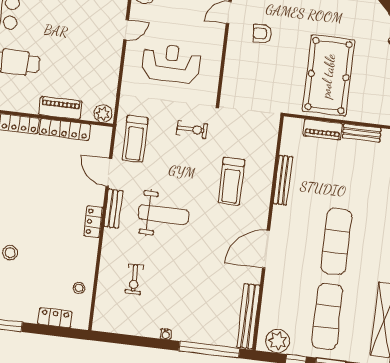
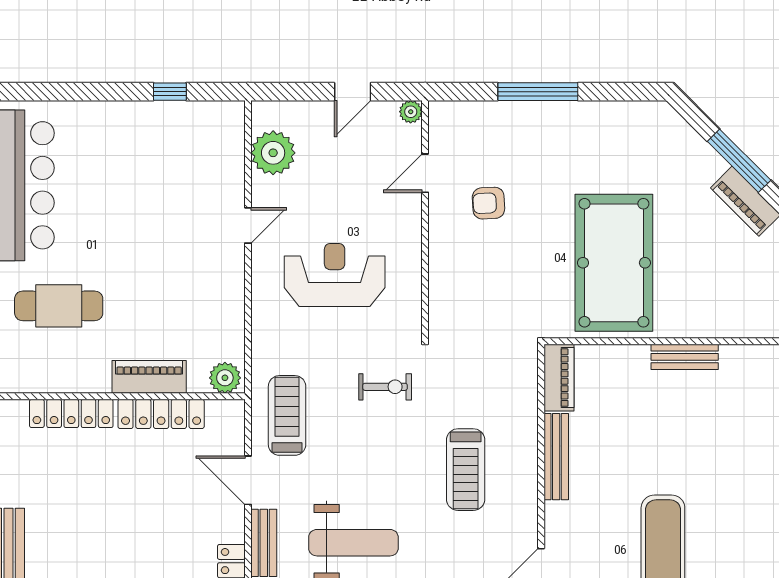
piano: (323, 130) -> (559, 378), moved, turned -90
treadmill: (135, 139) -> (287, 415), turned 180

